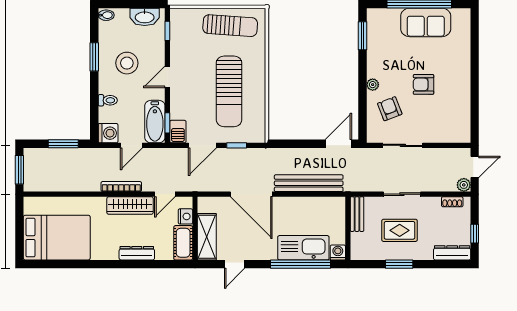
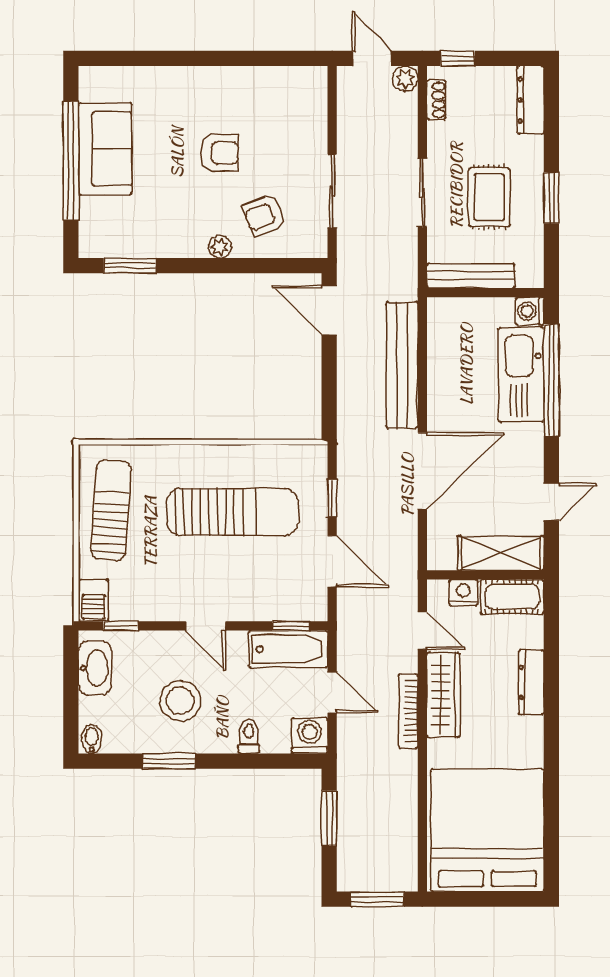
armchair: (424, 84) -> (220, 153), turned -90
barbecue: (178, 132) -> (93, 600), moved, turned 90
bench: (357, 214) -> (471, 276), width x1.36
window: (475, 234) -> (458, 58), moved
bed: (57, 238) -> (487, 830), width x1.36
door: (235, 264) -> (551, 502), hinge flipped

